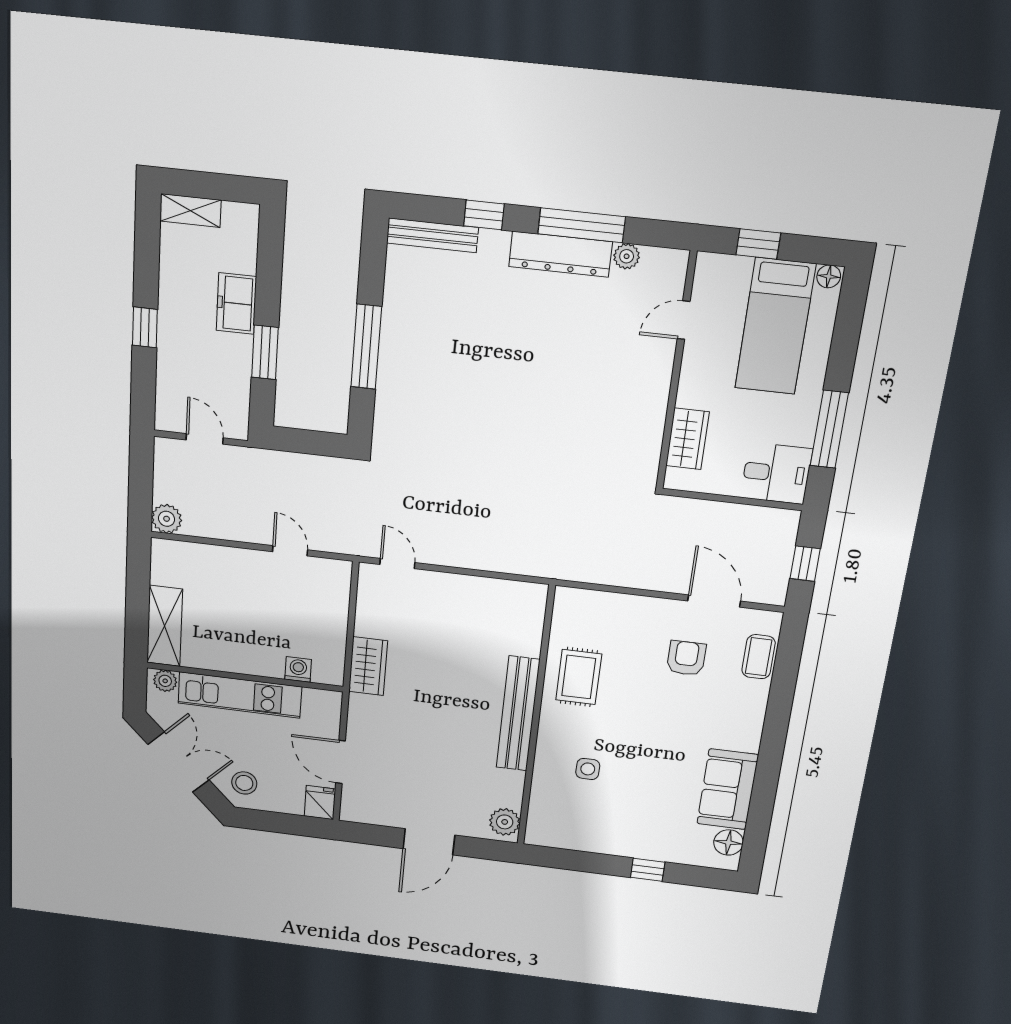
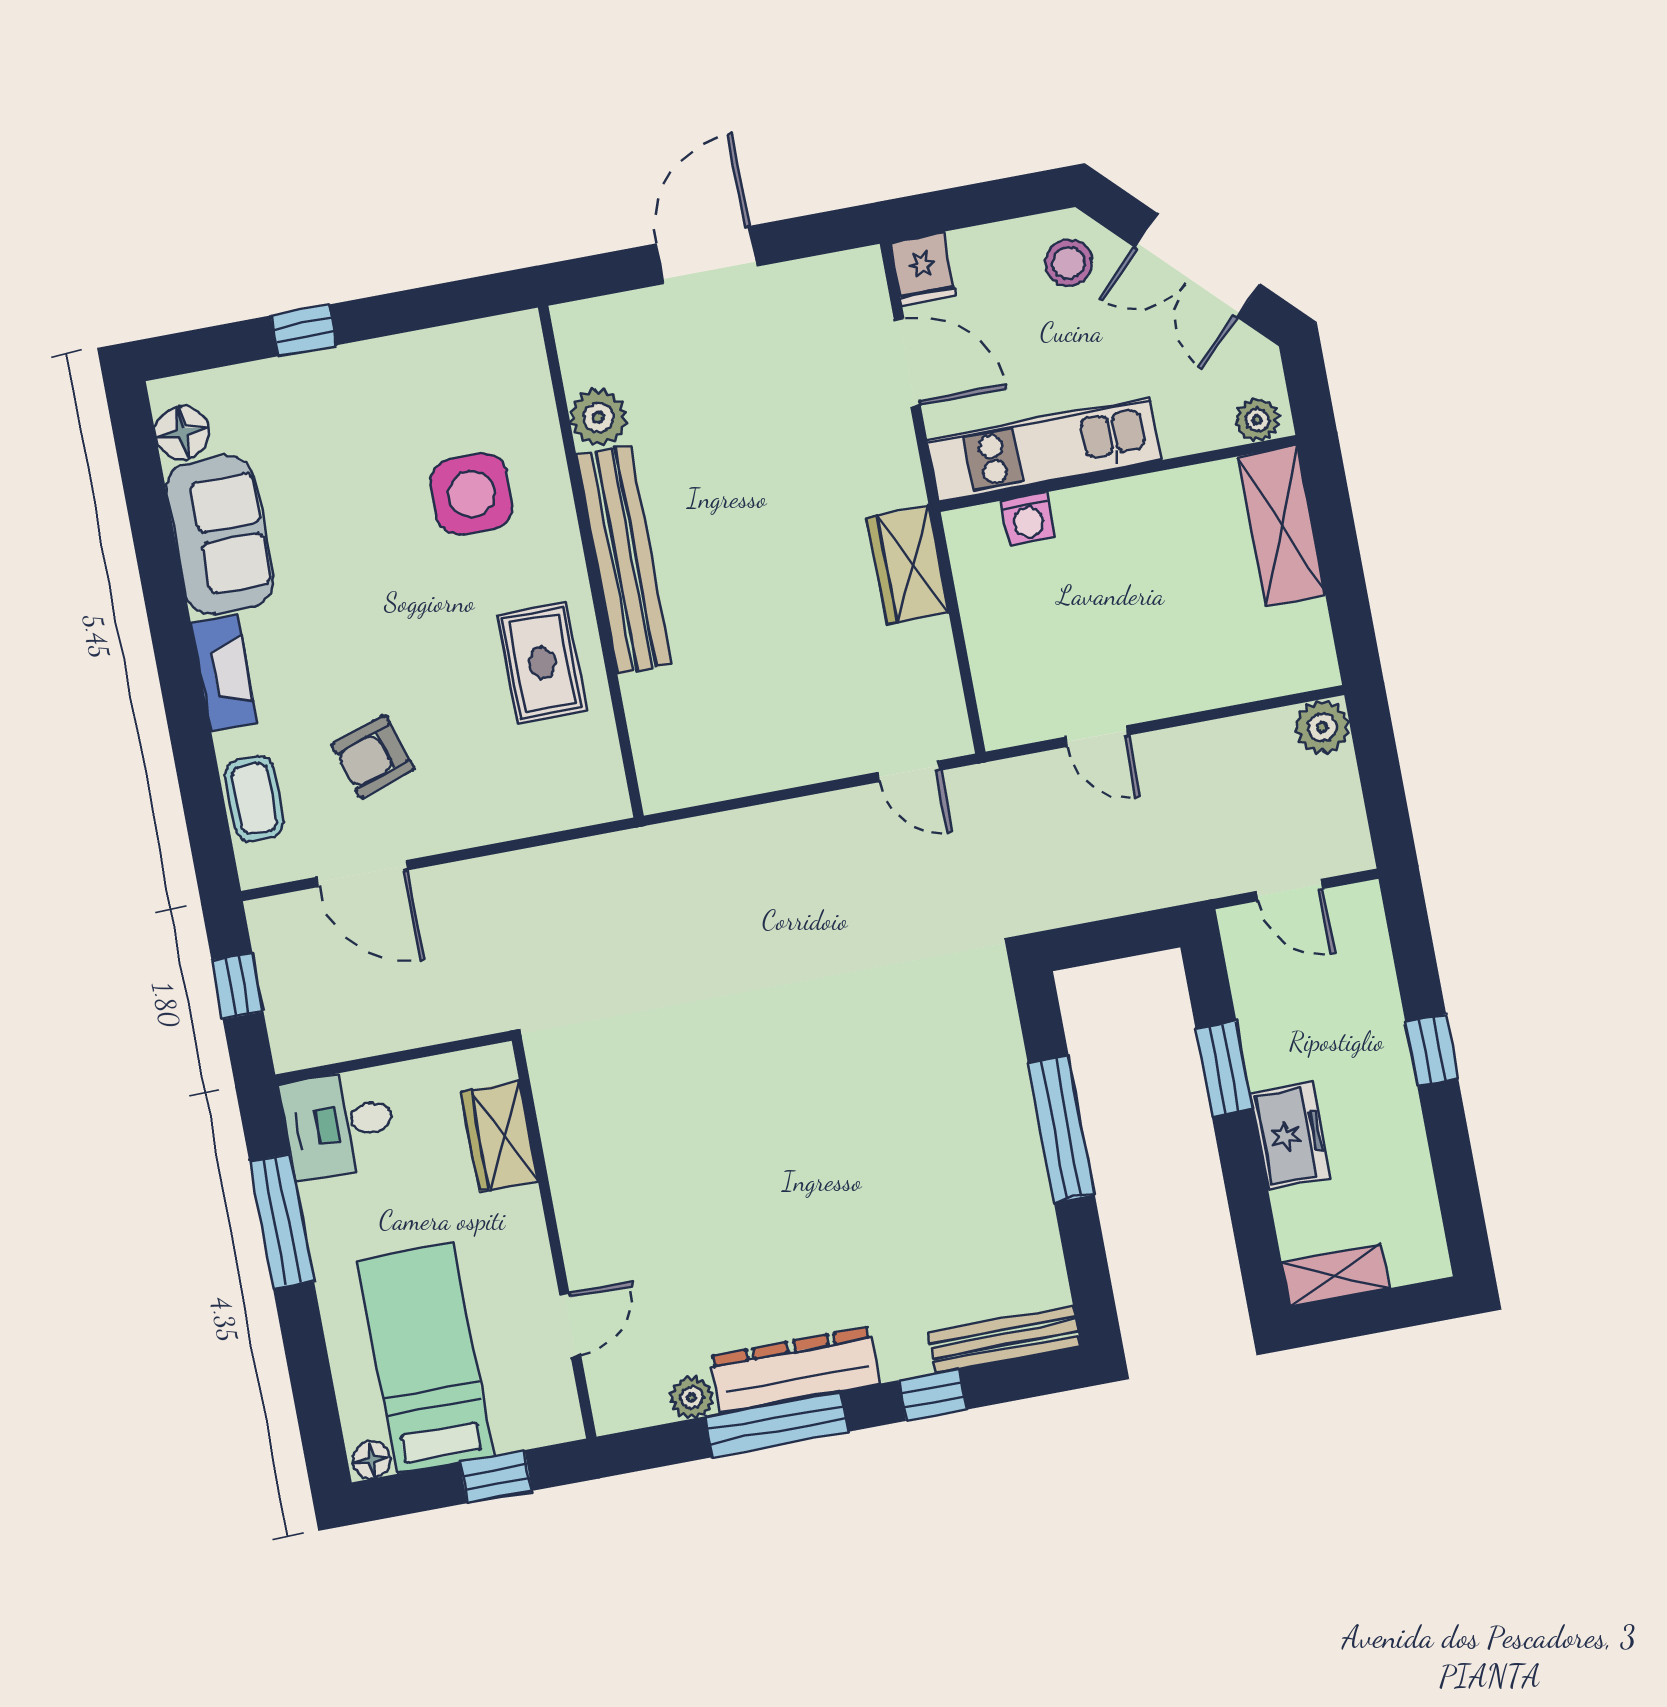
shelving: (191, 211) -> (1335, 1275), moved
armchair: (686, 658) -> (373, 757), turned 72
kitchen unit: (240, 695) -> (1044, 450), moved
fireplace: (751, 723) -> (224, 673), added
side table: (588, 769) -> (472, 494), width x1.87, depth x1.87
plant: (505, 822) -> (598, 417), moved

